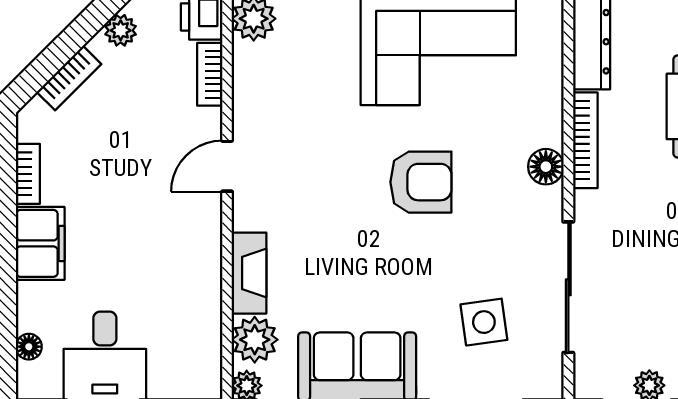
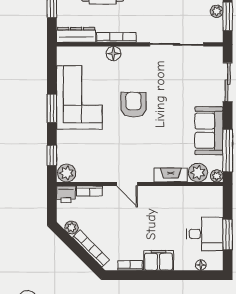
bookcase: (69, 78) -> (91, 249), width x1.56
floor lamp: (546, 167) -> (113, 54), moved
side table: (484, 322) -> (191, 79), removed

